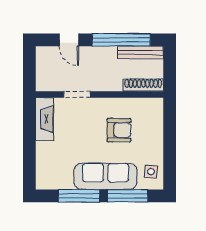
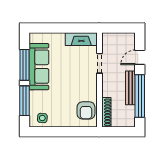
bench: (140, 52) -> (130, 88), moved
armchair: (119, 130) -> (86, 110), moved
sofa: (106, 176) -> (39, 67), moved

